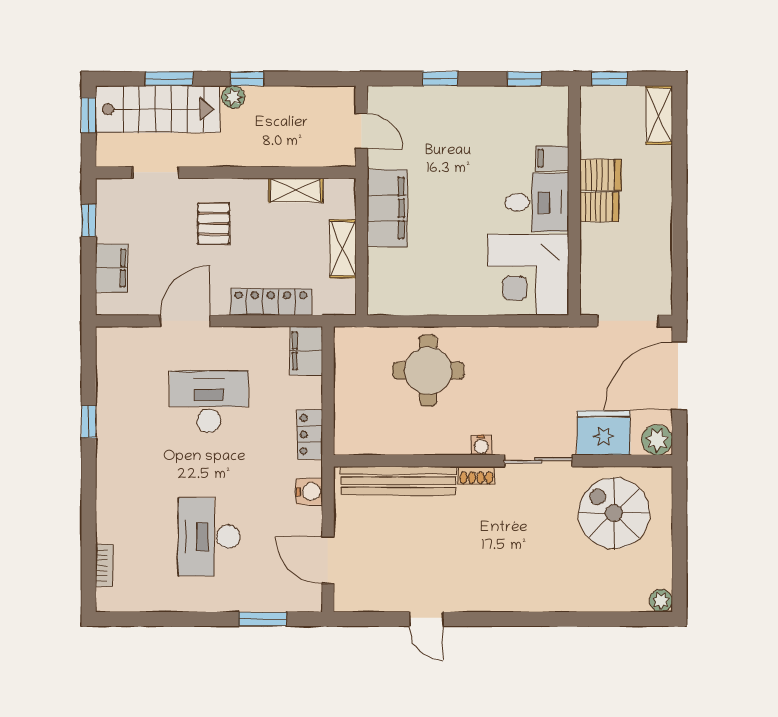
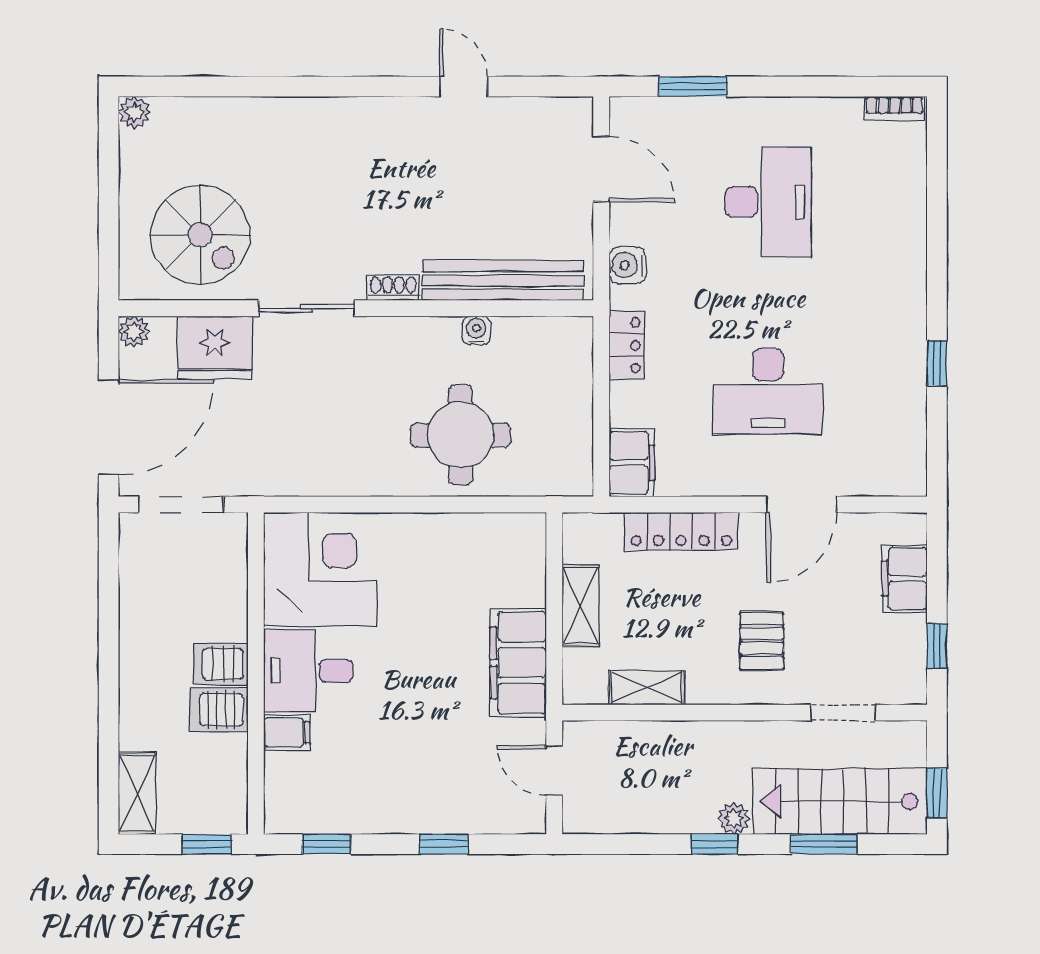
plant: (657, 440) -> (134, 332), width x0.73, depth x0.73
water cooler: (481, 445) -> (476, 330), moved
bookcase: (104, 565) -> (895, 108), moved, turned -90

